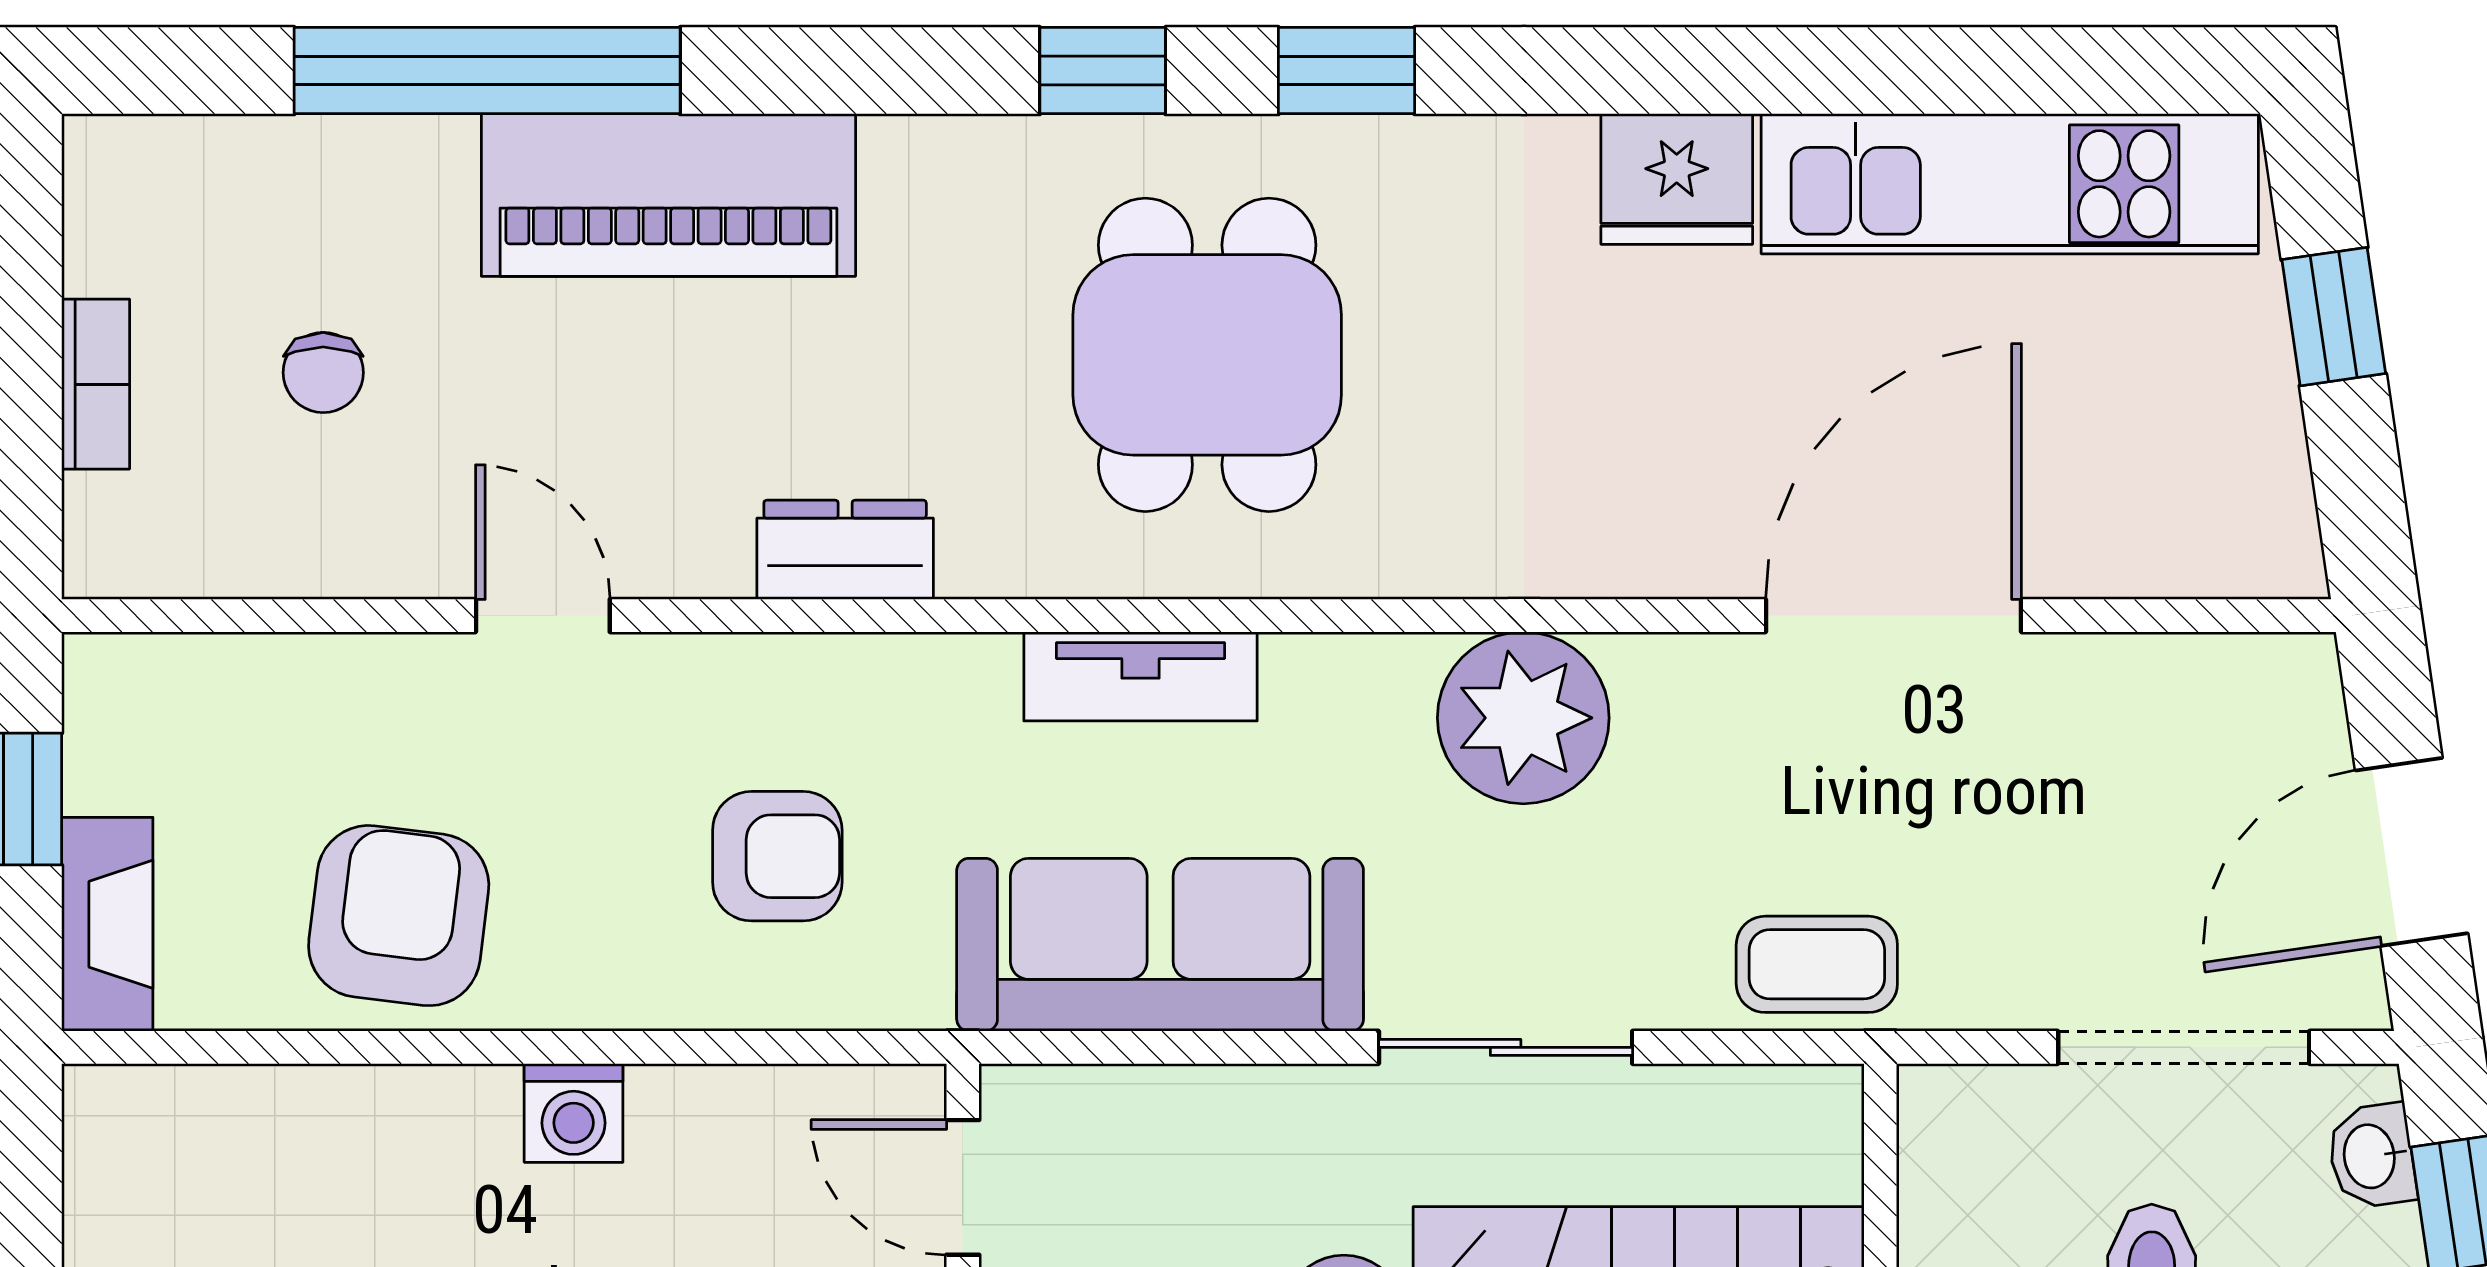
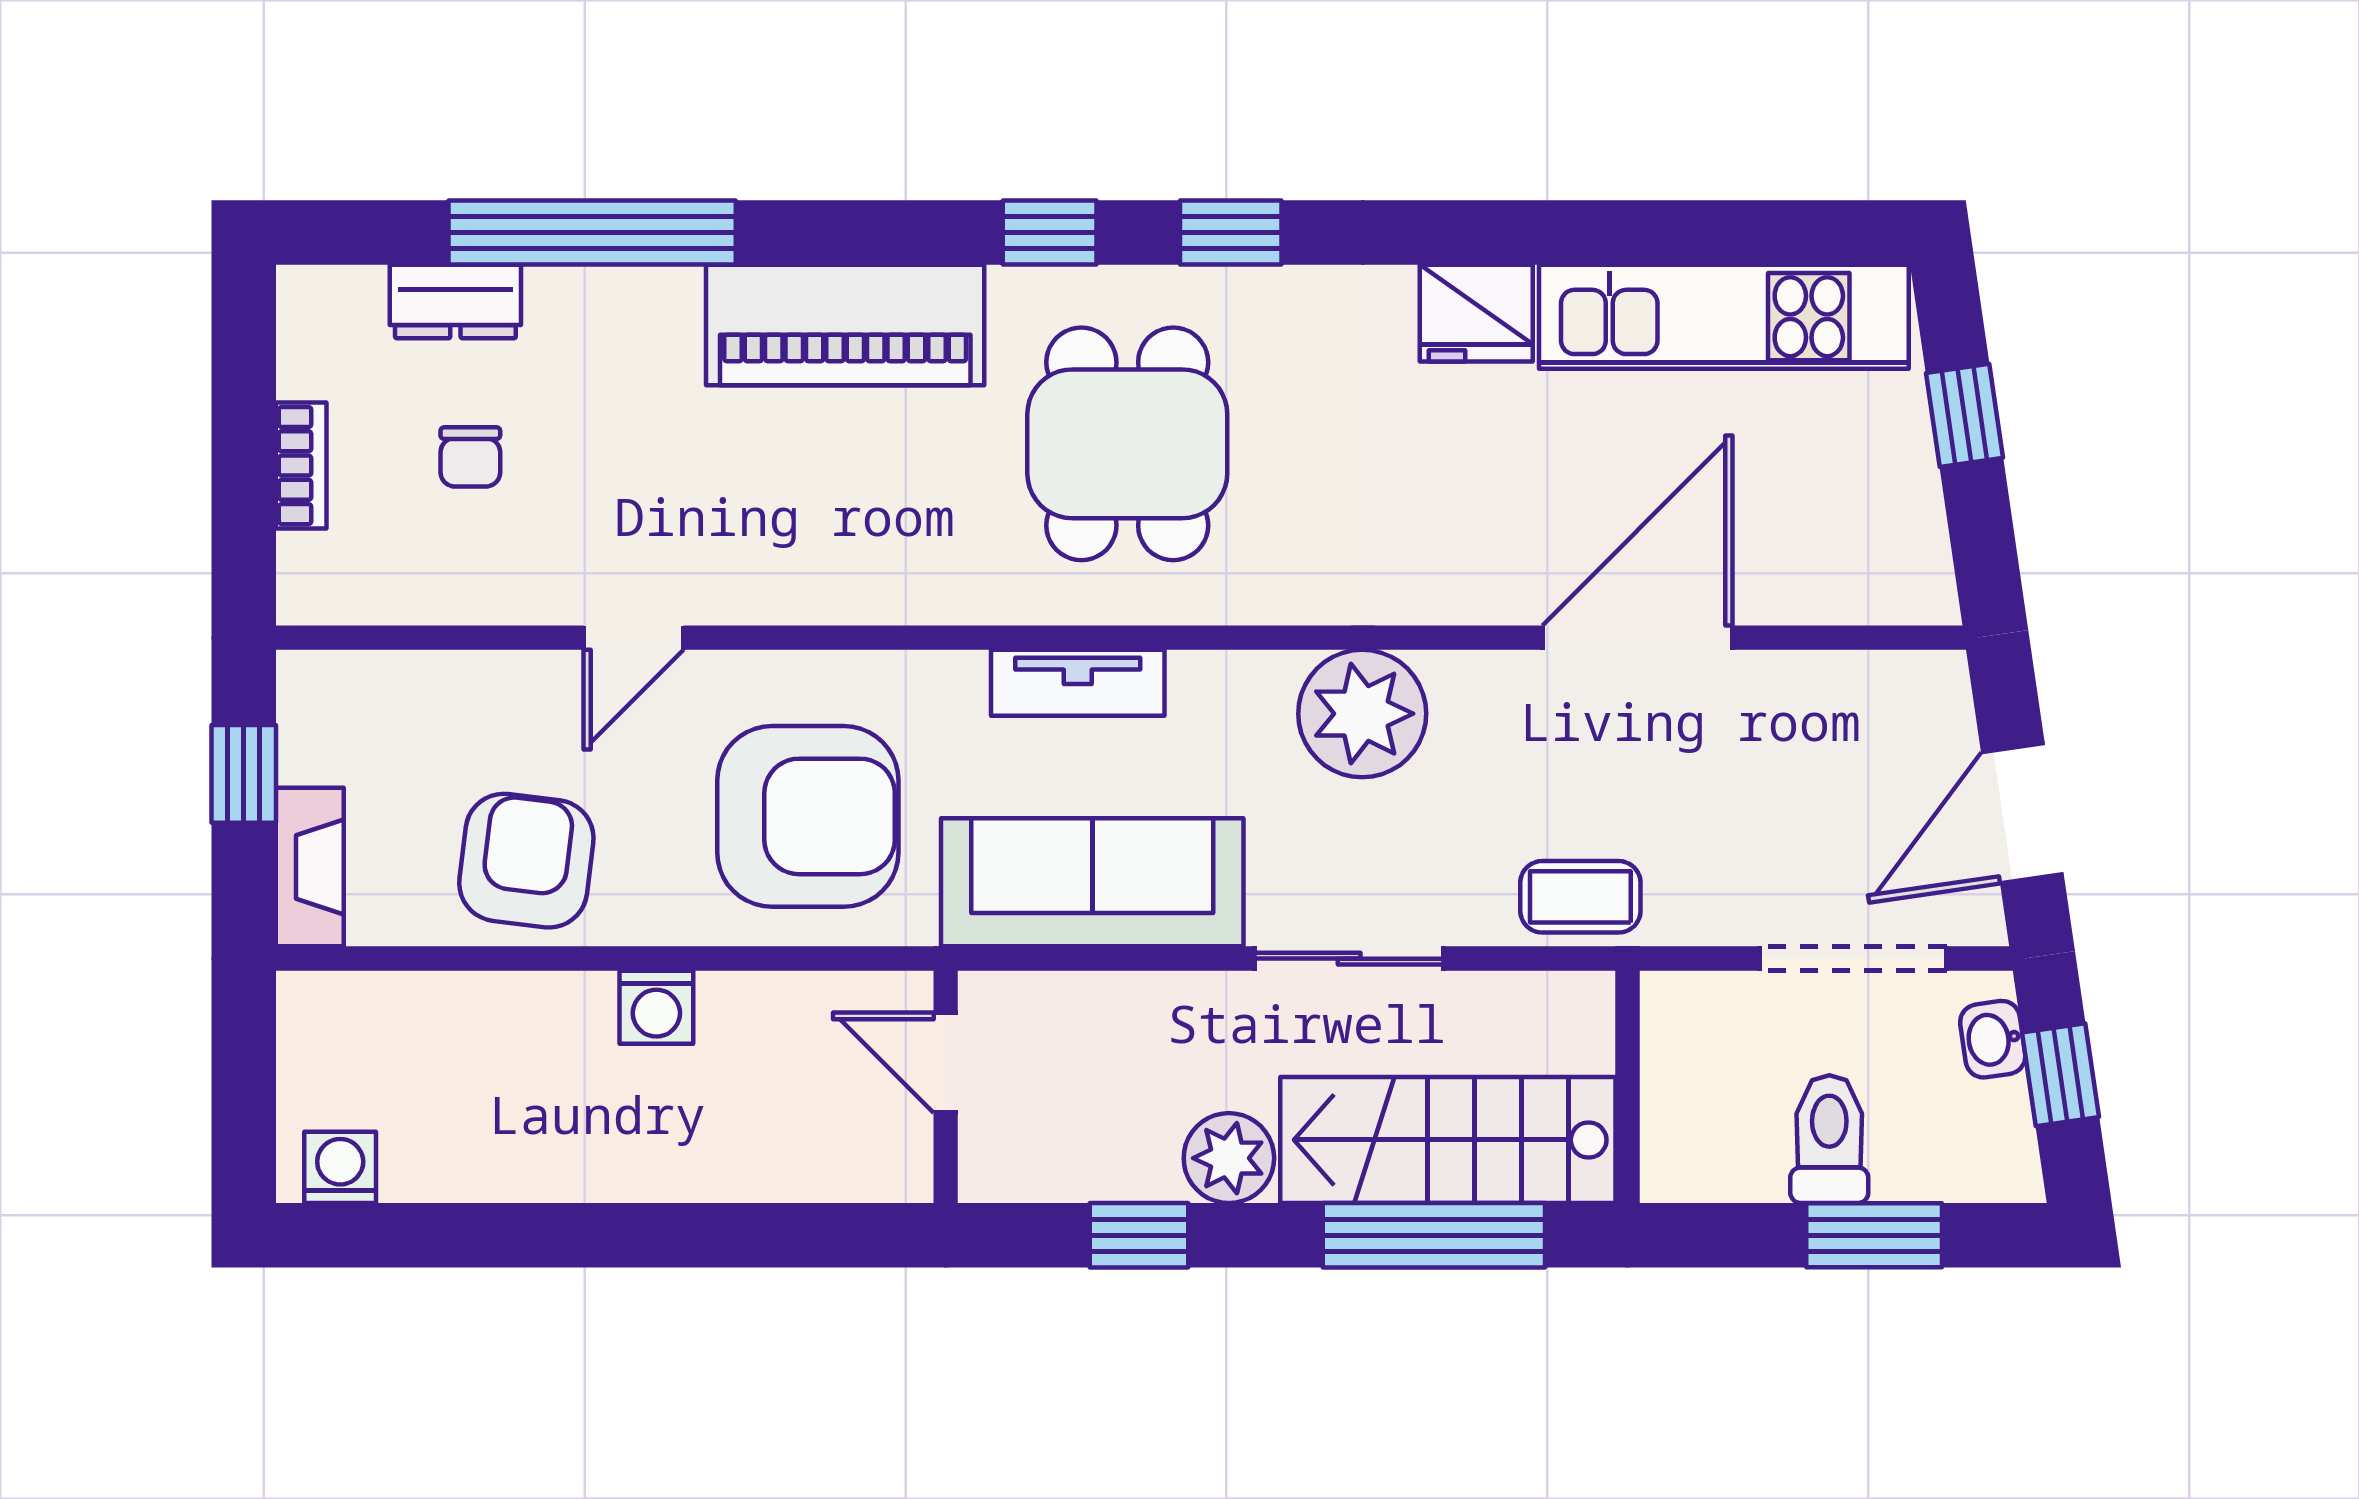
piano: (668, 195) -> (845, 325), moved
dresser: (845, 550) -> (455, 302), moved, turned 180
door: (543, 616) -> (634, 638), swing flipped
armchair: (777, 856) -> (808, 816), width x1.88, depth x1.88

